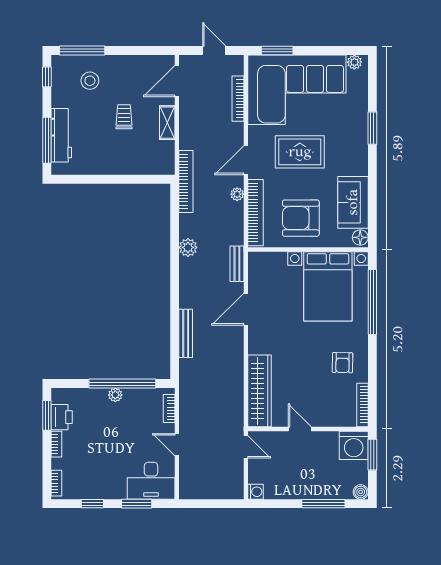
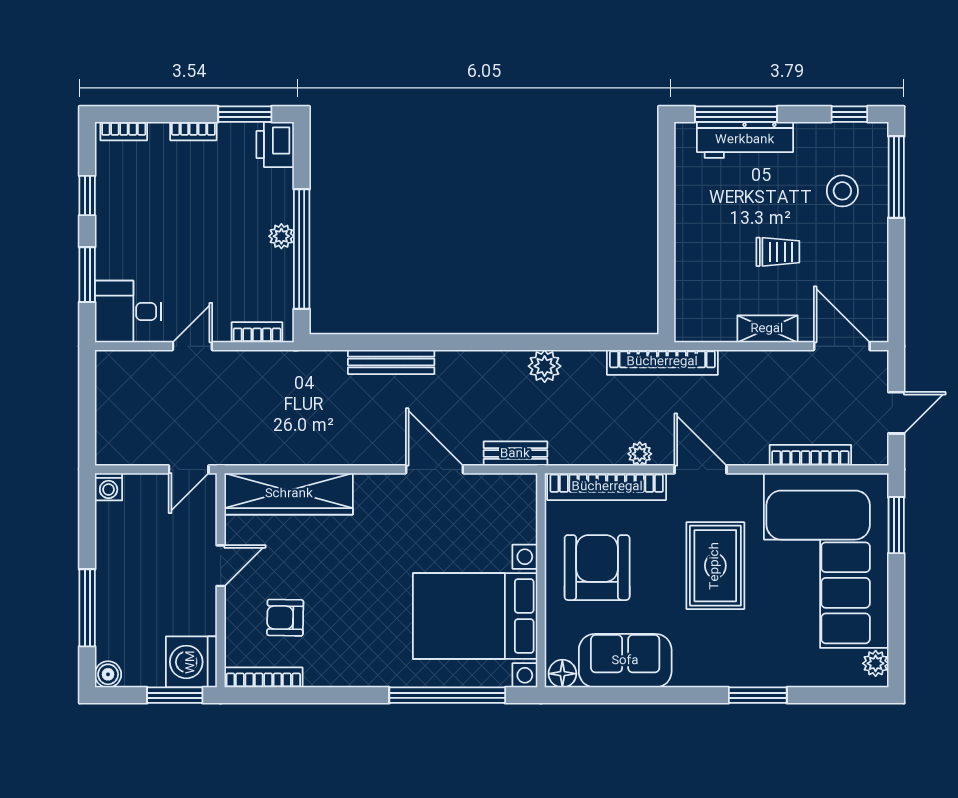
armchair: (342, 363) -> (285, 618), moved
printer: (62, 417) -> (275, 144), moved, turned 90
desk: (151, 481) -> (128, 312), width x0.73

